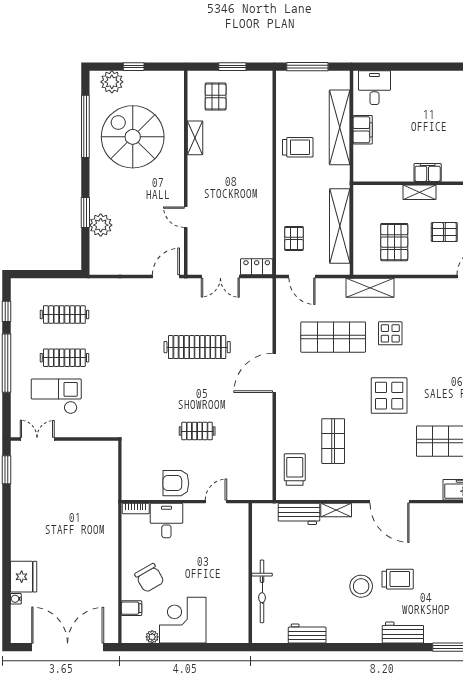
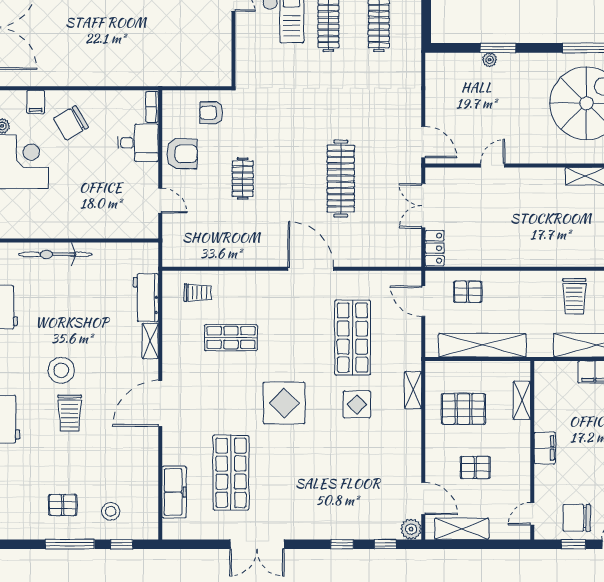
shelving: (419, 192) -> (522, 400), moved
plant: (101, 225) -> (490, 60), width x0.53, depth x0.53
pallet: (444, 232) -> (475, 468), turned 90
door: (302, 276) -> (423, 301), hinge flipped
shelving: (370, 288) -> (413, 390), width x0.67, depth x0.75
armchair: (141, 458) -> (211, 113), added
trolley: (295, 470) -> (198, 293), width x0.73, depth x0.72
armchair: (176, 483) -> (182, 154), turned 90

